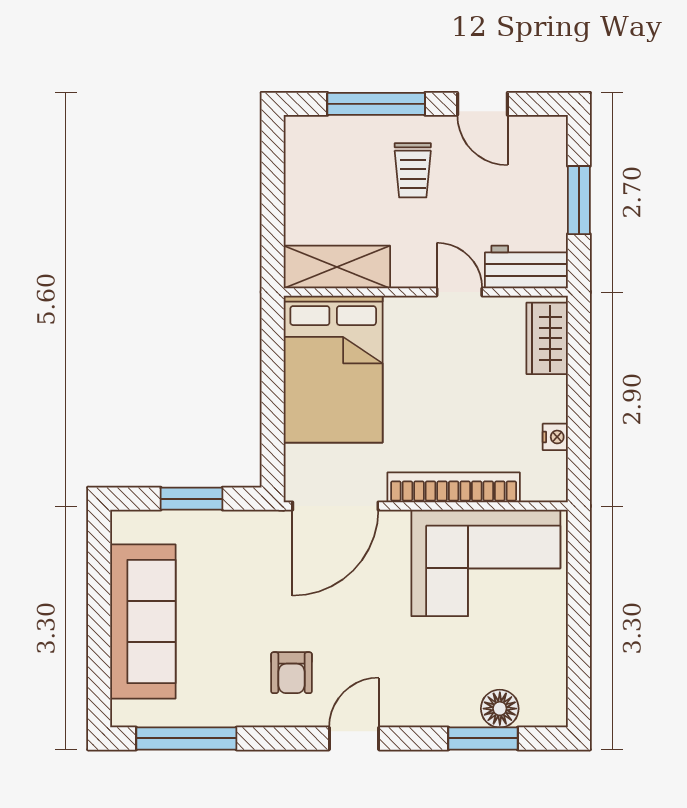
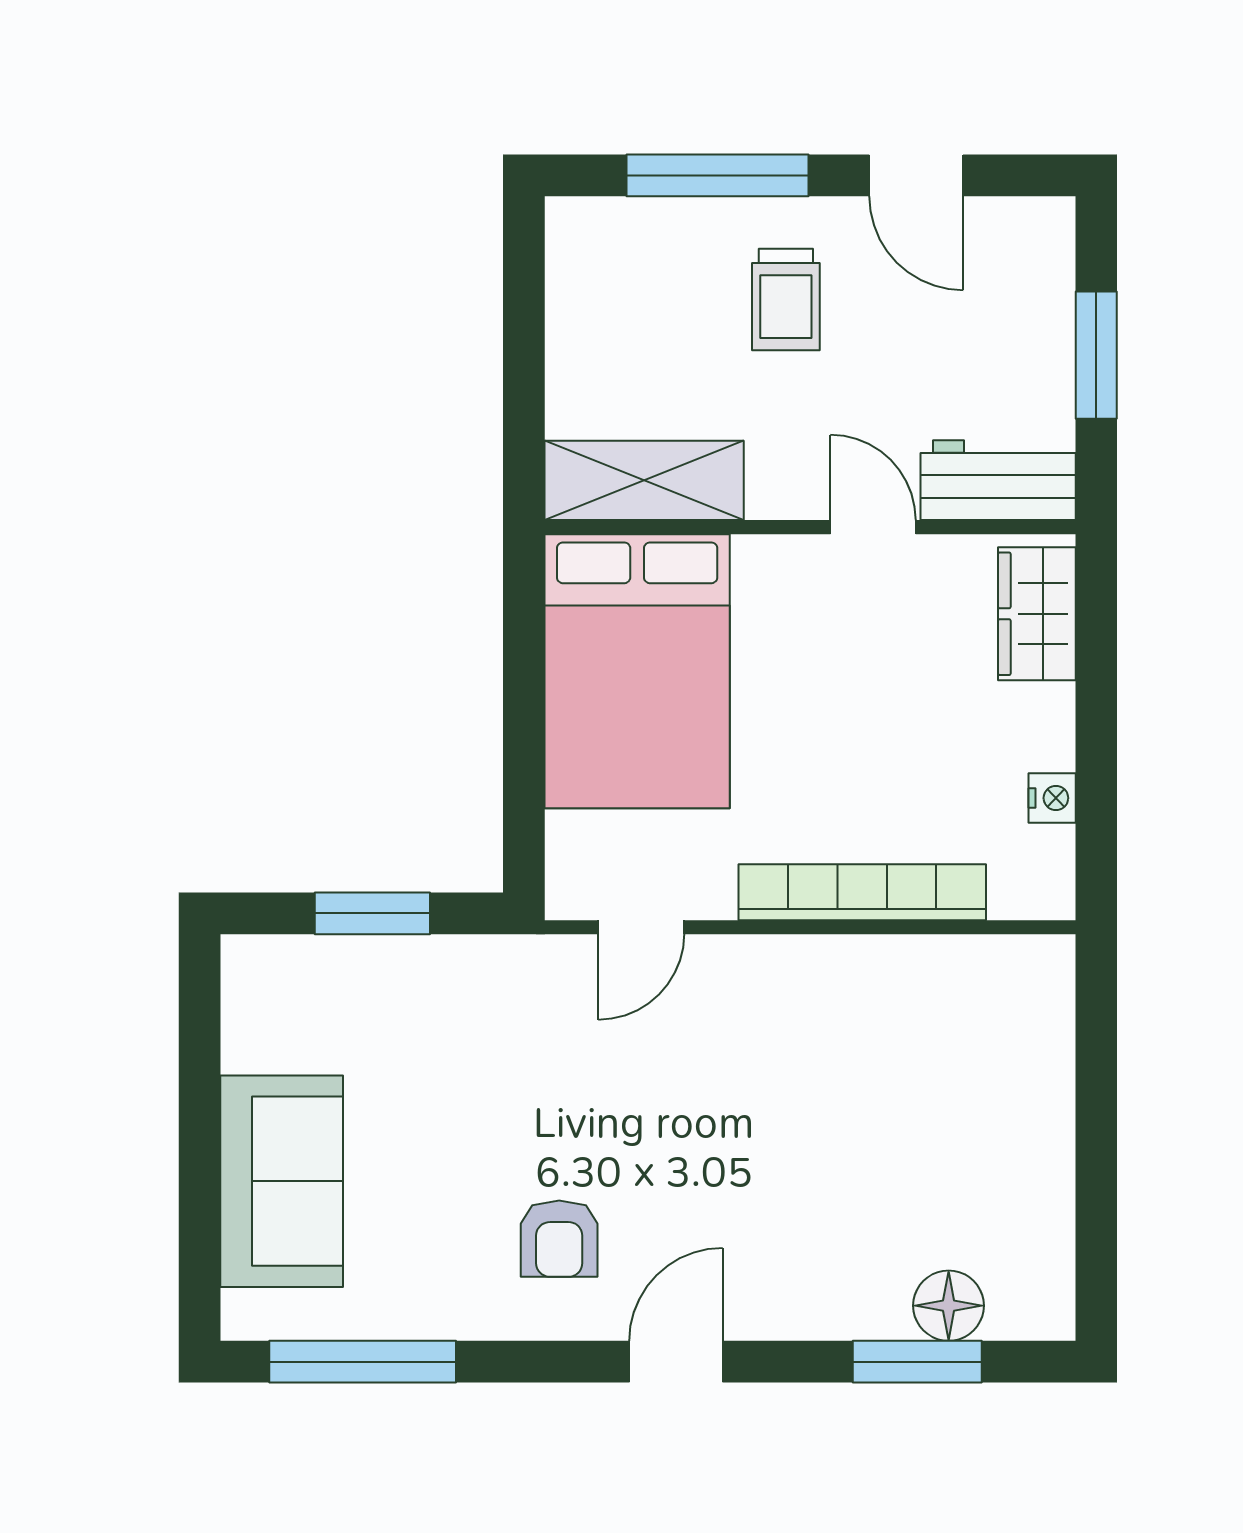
door: (335, 506) -> (641, 927), width x0.53
corner sofa: (486, 563) -> (922, 1034), removed
sofa: (143, 622) -> (282, 1181), width x0.73

